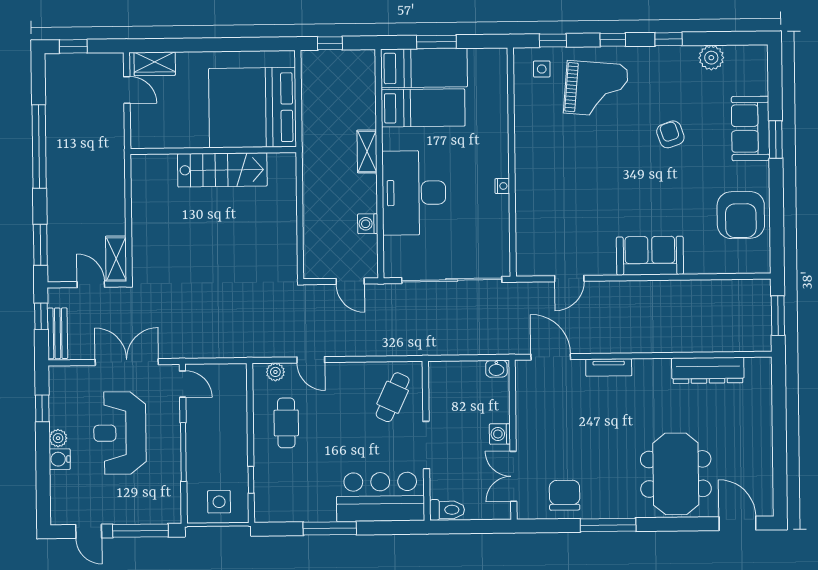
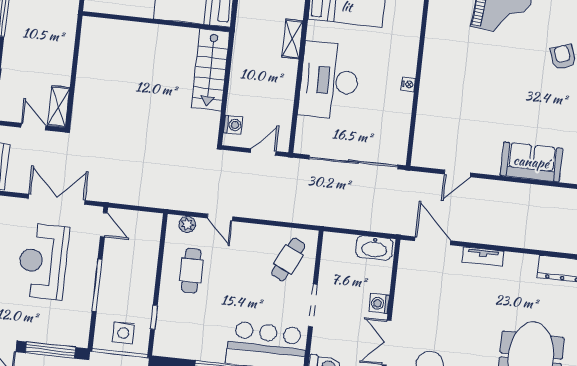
stairs: (222, 170) -> (211, 70), moved, turned 90
washing machine: (368, 224) -> (233, 125), moved, turned 180
door: (350, 281) -> (263, 152), swing flipped
washbasin: (496, 369) -> (374, 248), width x1.91, depth x1.45

